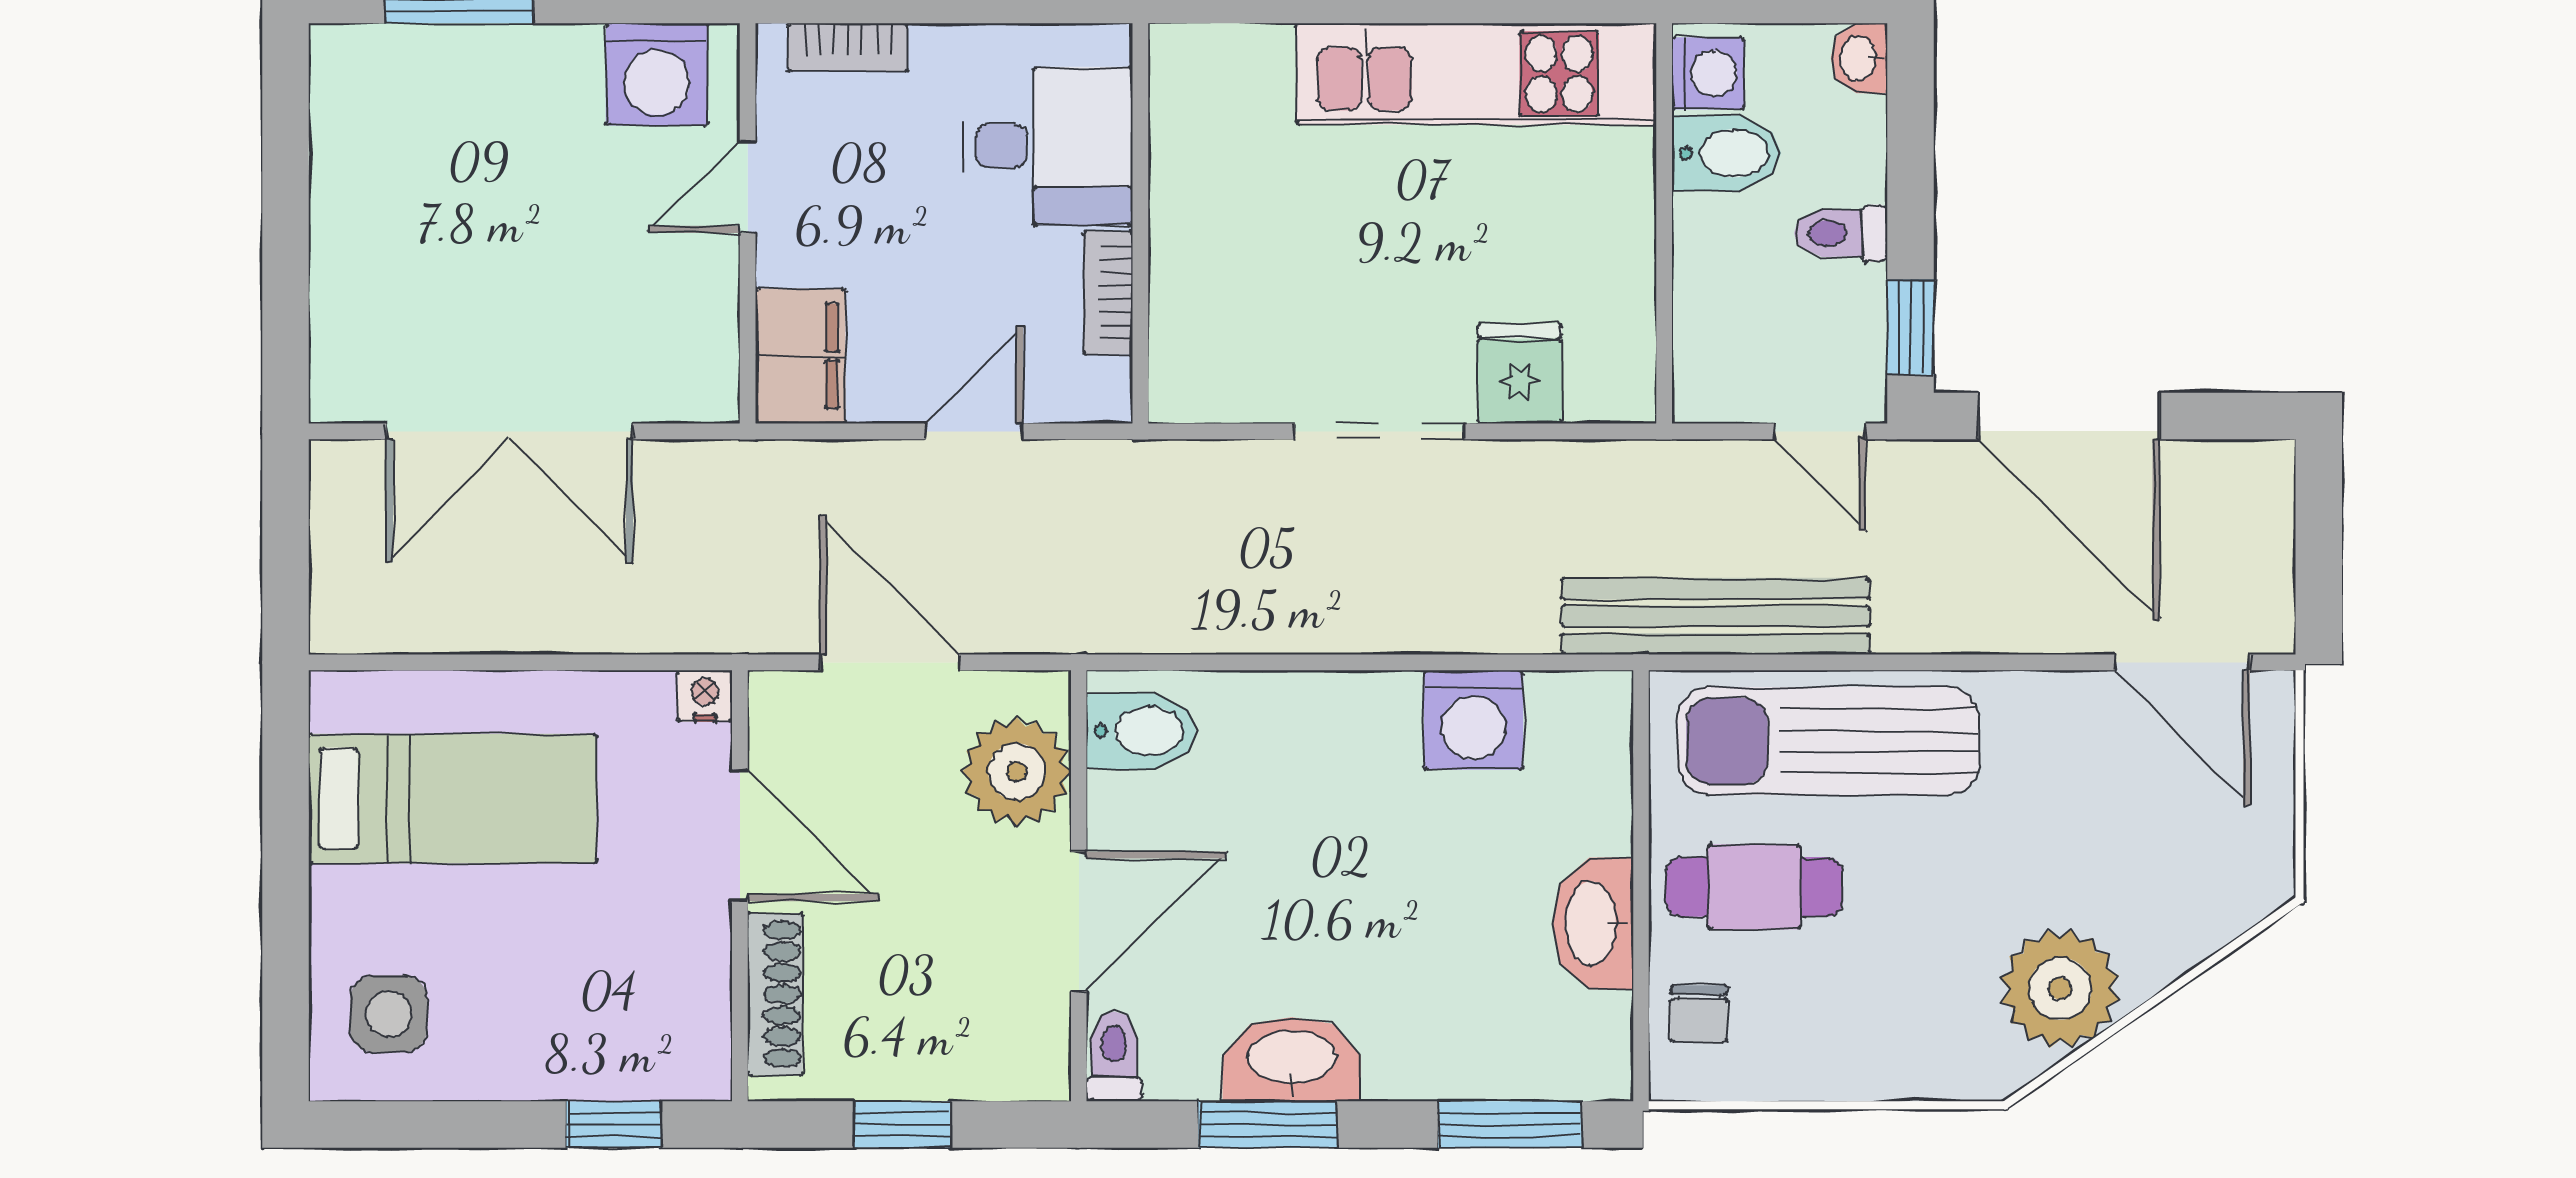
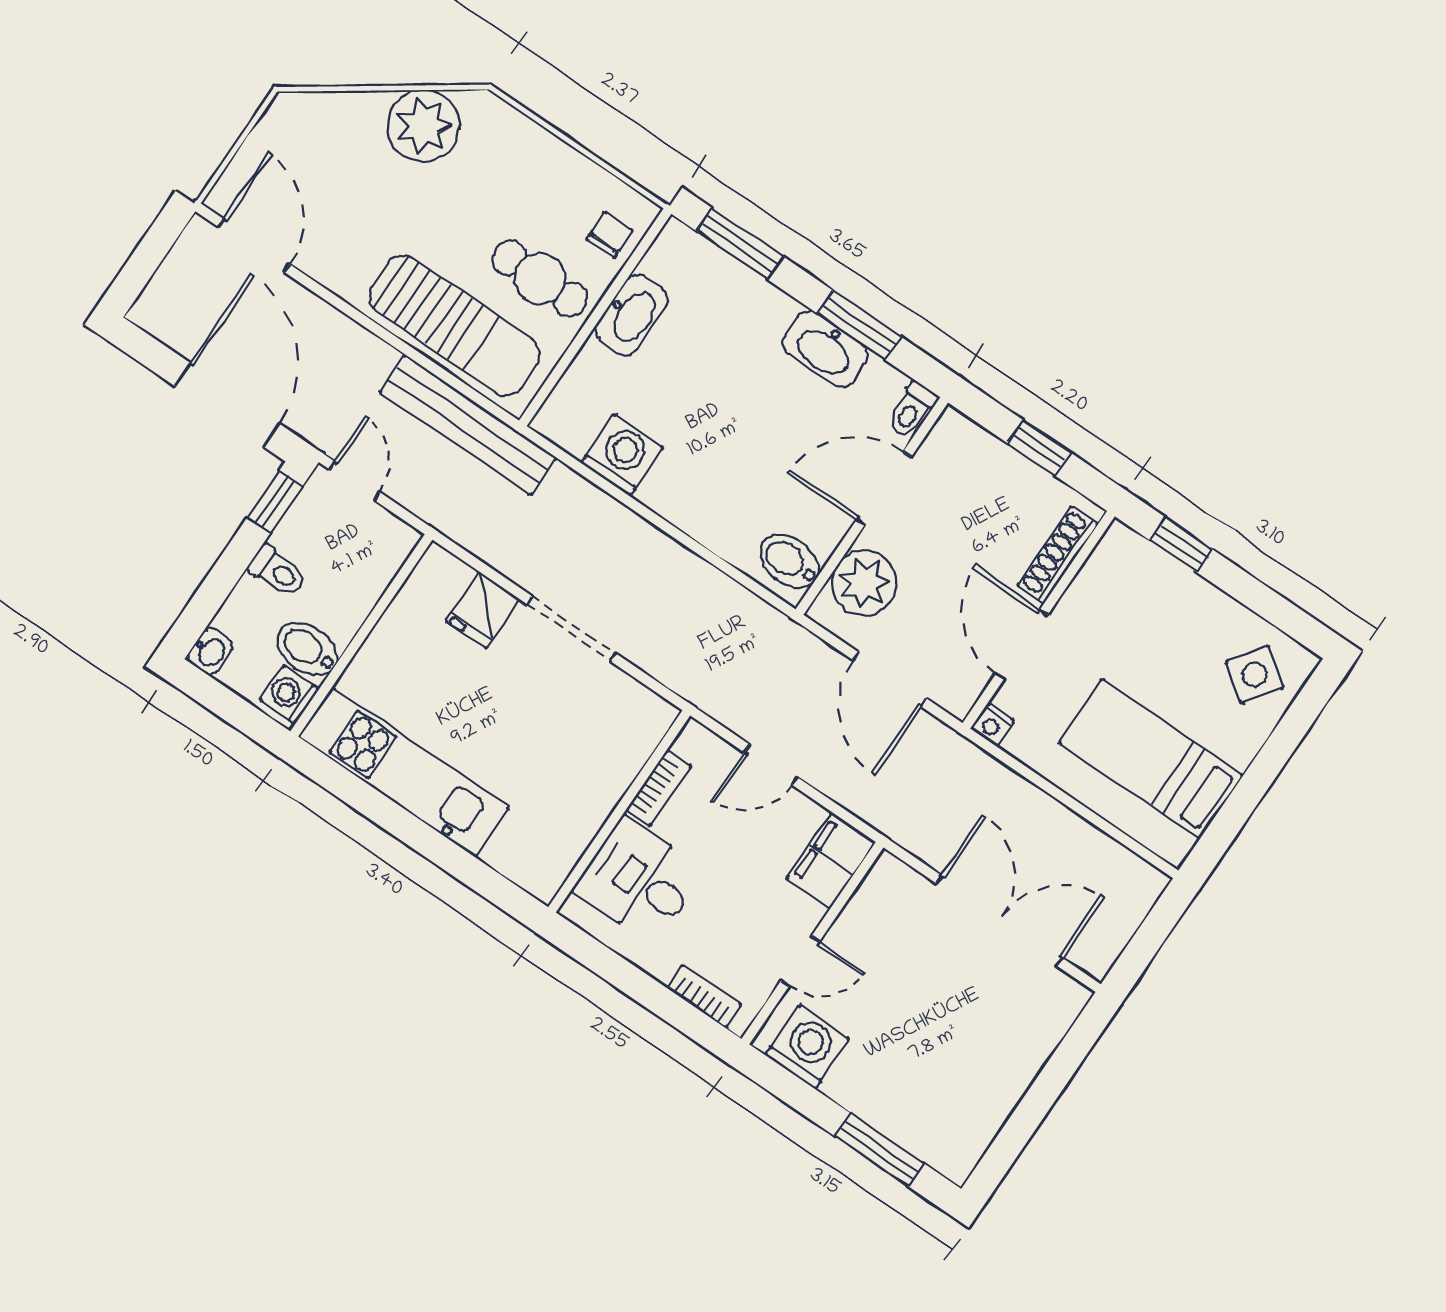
side table: (389, 1014) -> (1255, 675), turned 35

